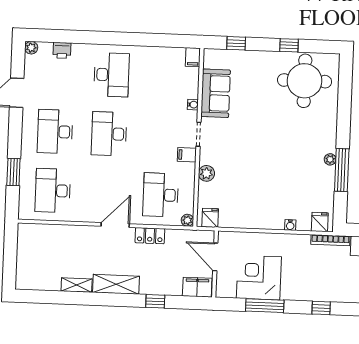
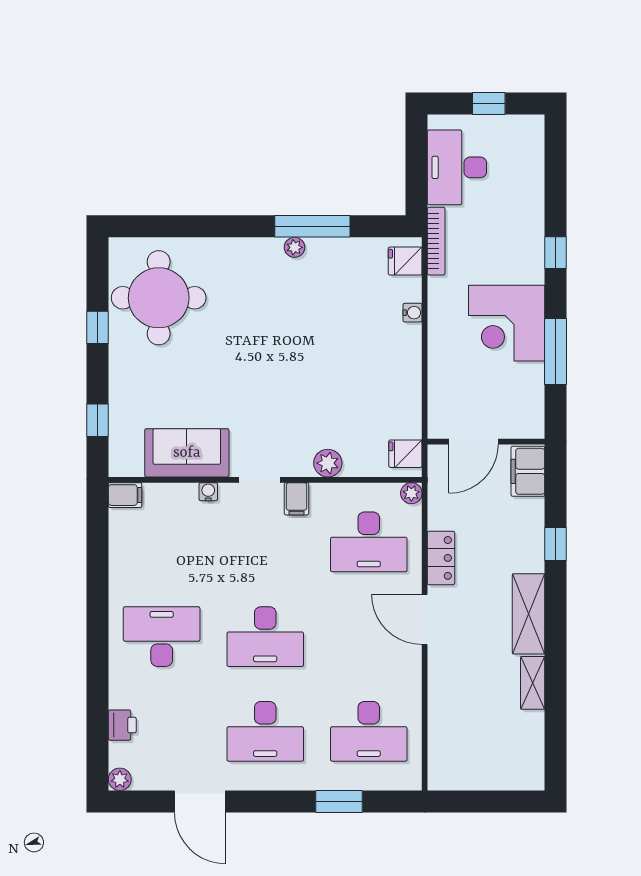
corner desk: (259, 278) -> (507, 323), moved

